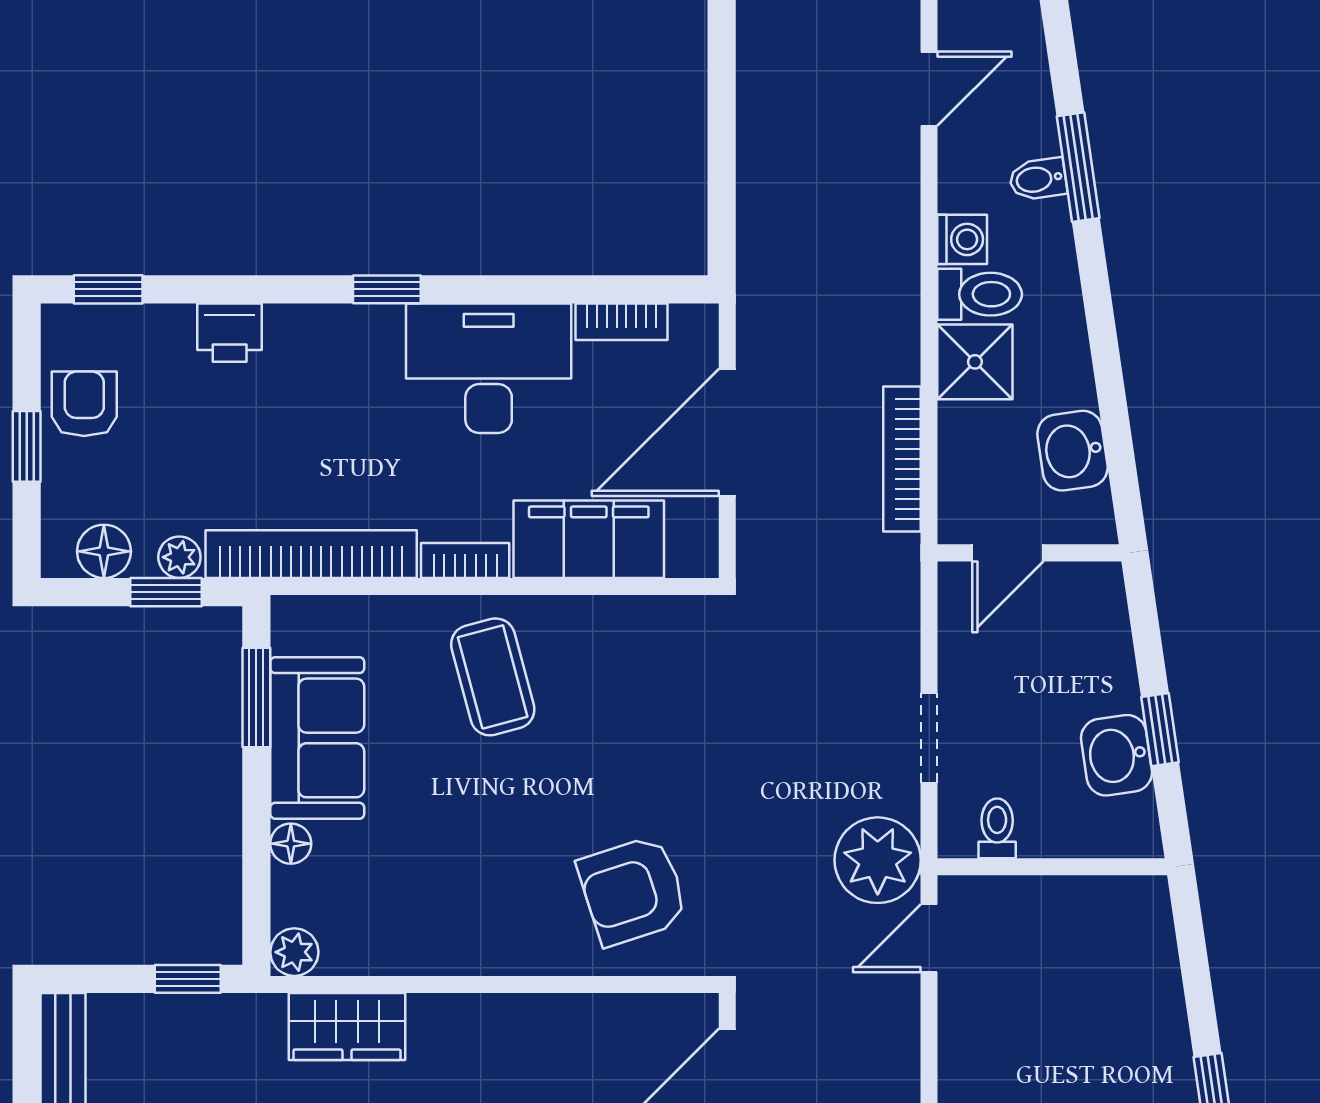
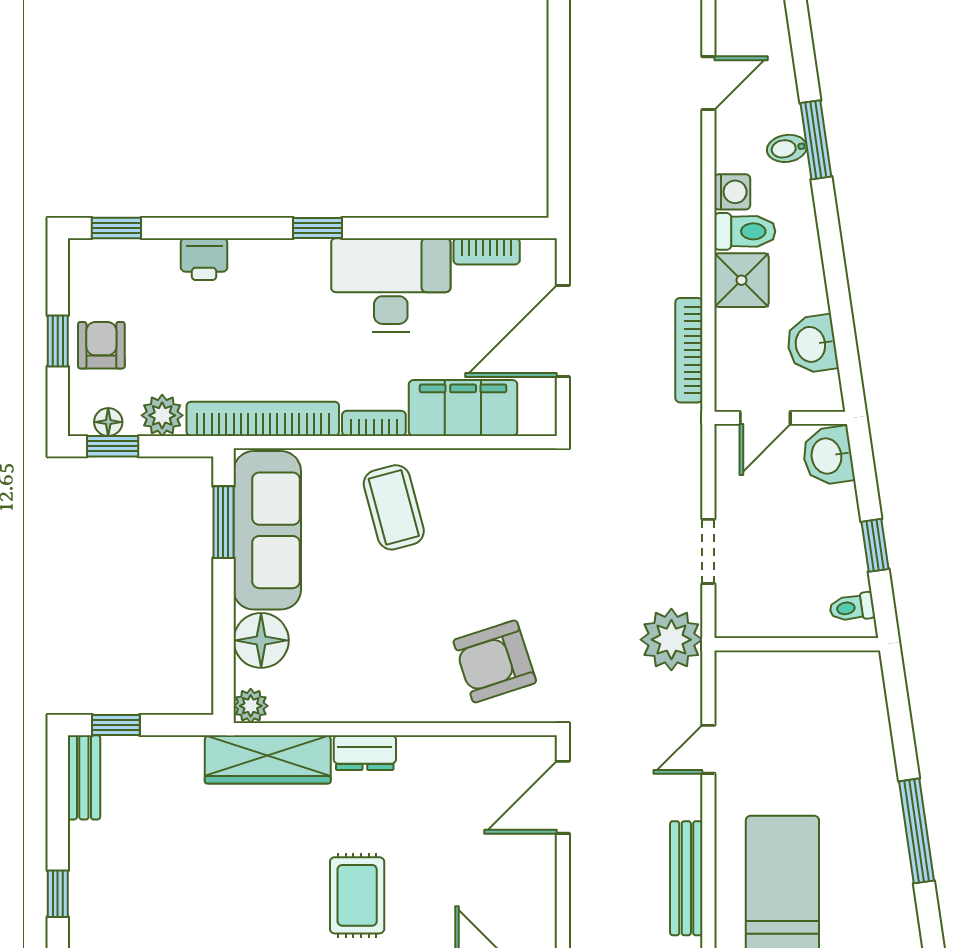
armchair: (84, 404) -> (101, 345), moved
floor lamp: (104, 551) -> (108, 422), width x0.73, depth x0.73
plant: (179, 557) -> (162, 415), width x1.38, depth x1.38
window: (166, 592) -> (113, 446), moved
sofa: (317, 738) -> (267, 530), width x1.36
washbasin: (1117, 755) -> (828, 456), moved
toilet: (997, 828) -> (852, 607), moved, turned -98
floor lamp: (291, 844) -> (261, 640), width x1.89, depth x1.89
door: (929, 938) -> (708, 749), moved
window: (188, 979) -> (116, 725), moved
dresser: (453, 1017) -> (365, 753), added
wardrobe: (347, 1027) -> (268, 759), width x1.50

